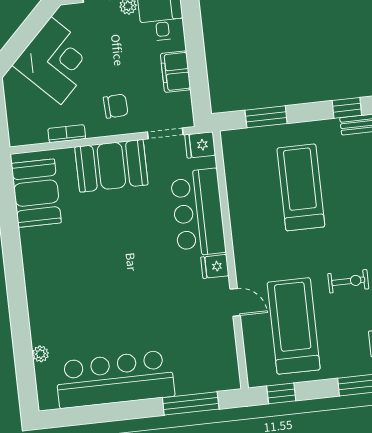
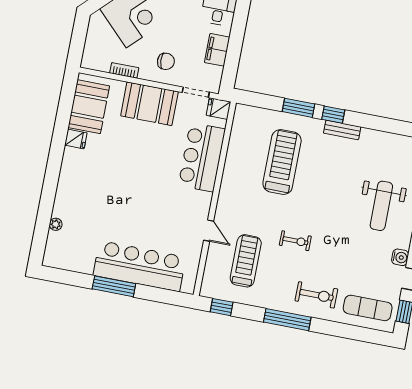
window: (266, 117) -> (298, 108), moved
fridge: (215, 266) -> (76, 139), moved, turned 180
treadmill: (294, 326) -> (246, 261), width x0.73, depth x0.73
bar counter: (115, 379) -> (139, 266), moved
window: (191, 403) -> (114, 286), moved

